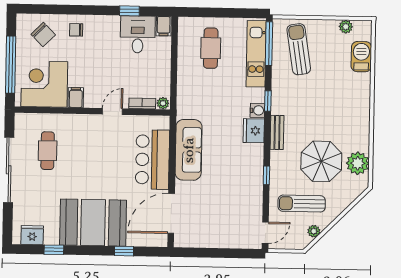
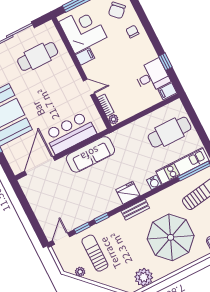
cafe table: (211, 48) -> (170, 132), width x1.37, depth x1.35
window: (268, 101) -> (82, 228), moved
water cooler: (257, 110) -> (154, 182), moved
cafe table: (48, 151) -> (38, 56), width x1.37, depth x1.35
parasol: (321, 161) -> (171, 237), moved, width x1.36, depth x1.36
door: (171, 213) -> (40, 166), hinge flipped
door: (265, 233) -> (61, 239), swing flipped

